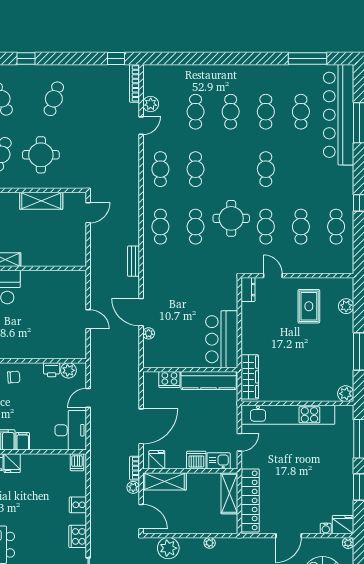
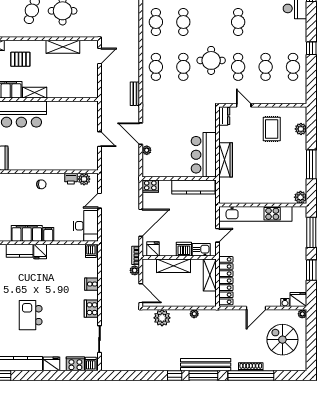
wardrobe: (250, 377) -> (226, 160), moved
cooker: (169, 379) -> (150, 186), moved
shelving: (164, 481) -> (174, 266), moved

